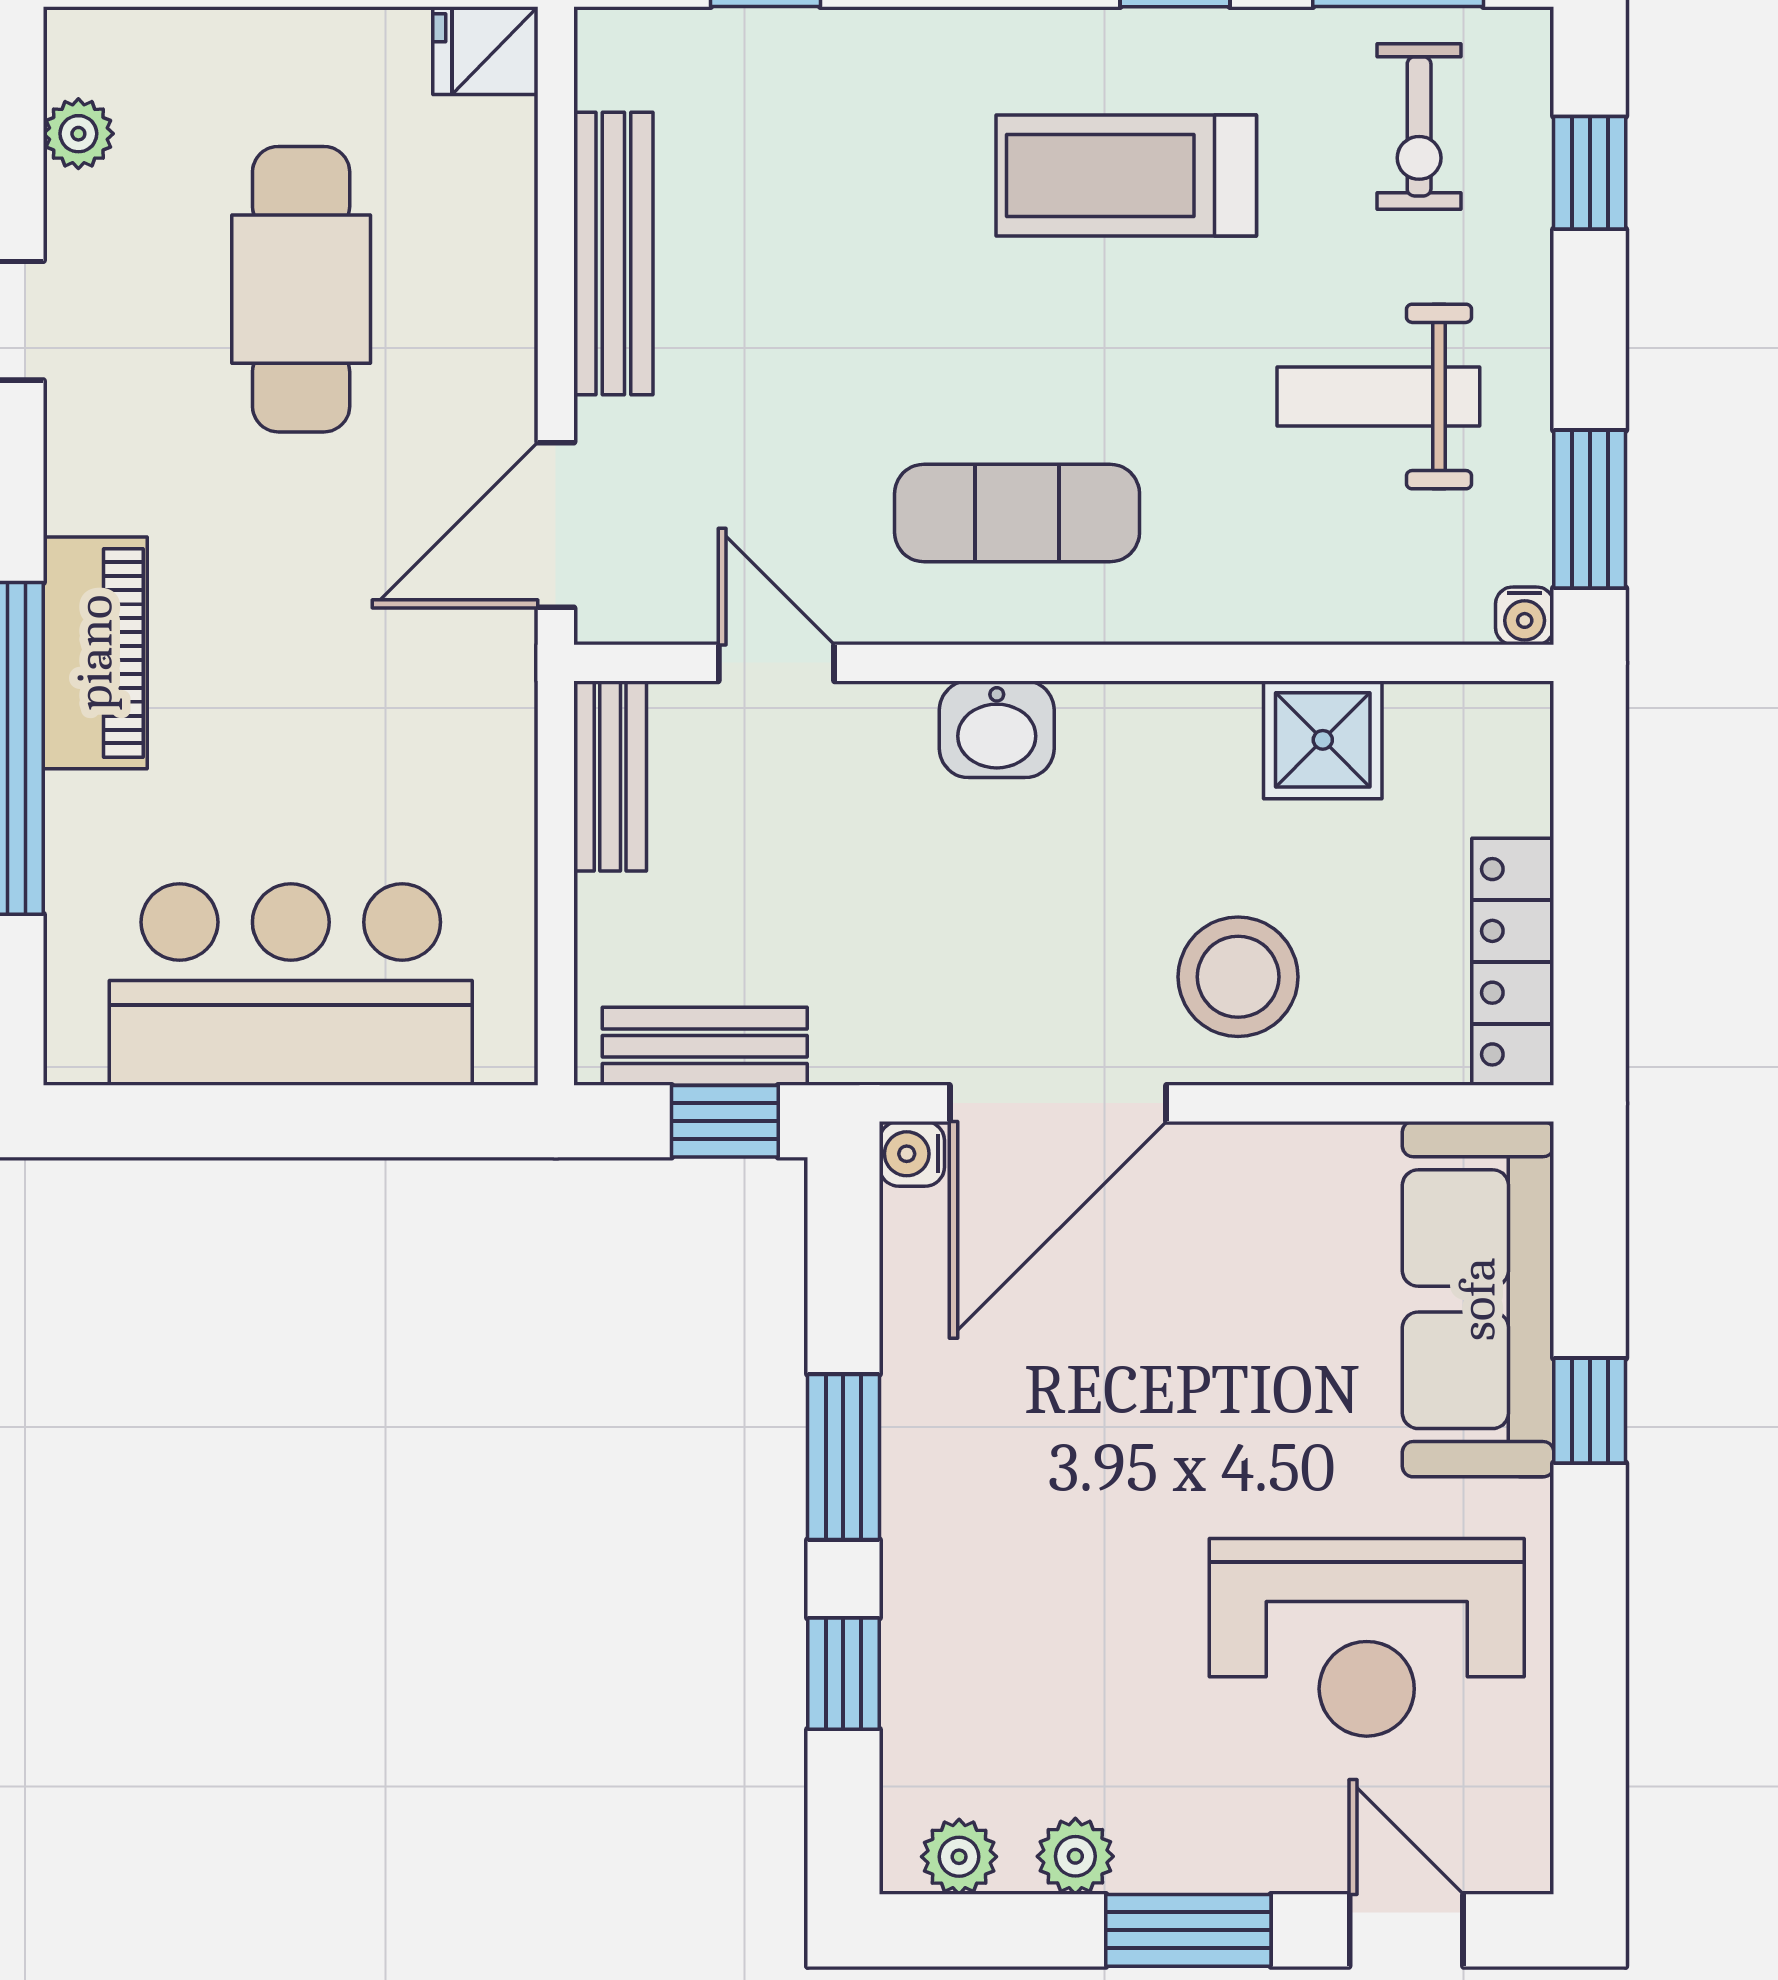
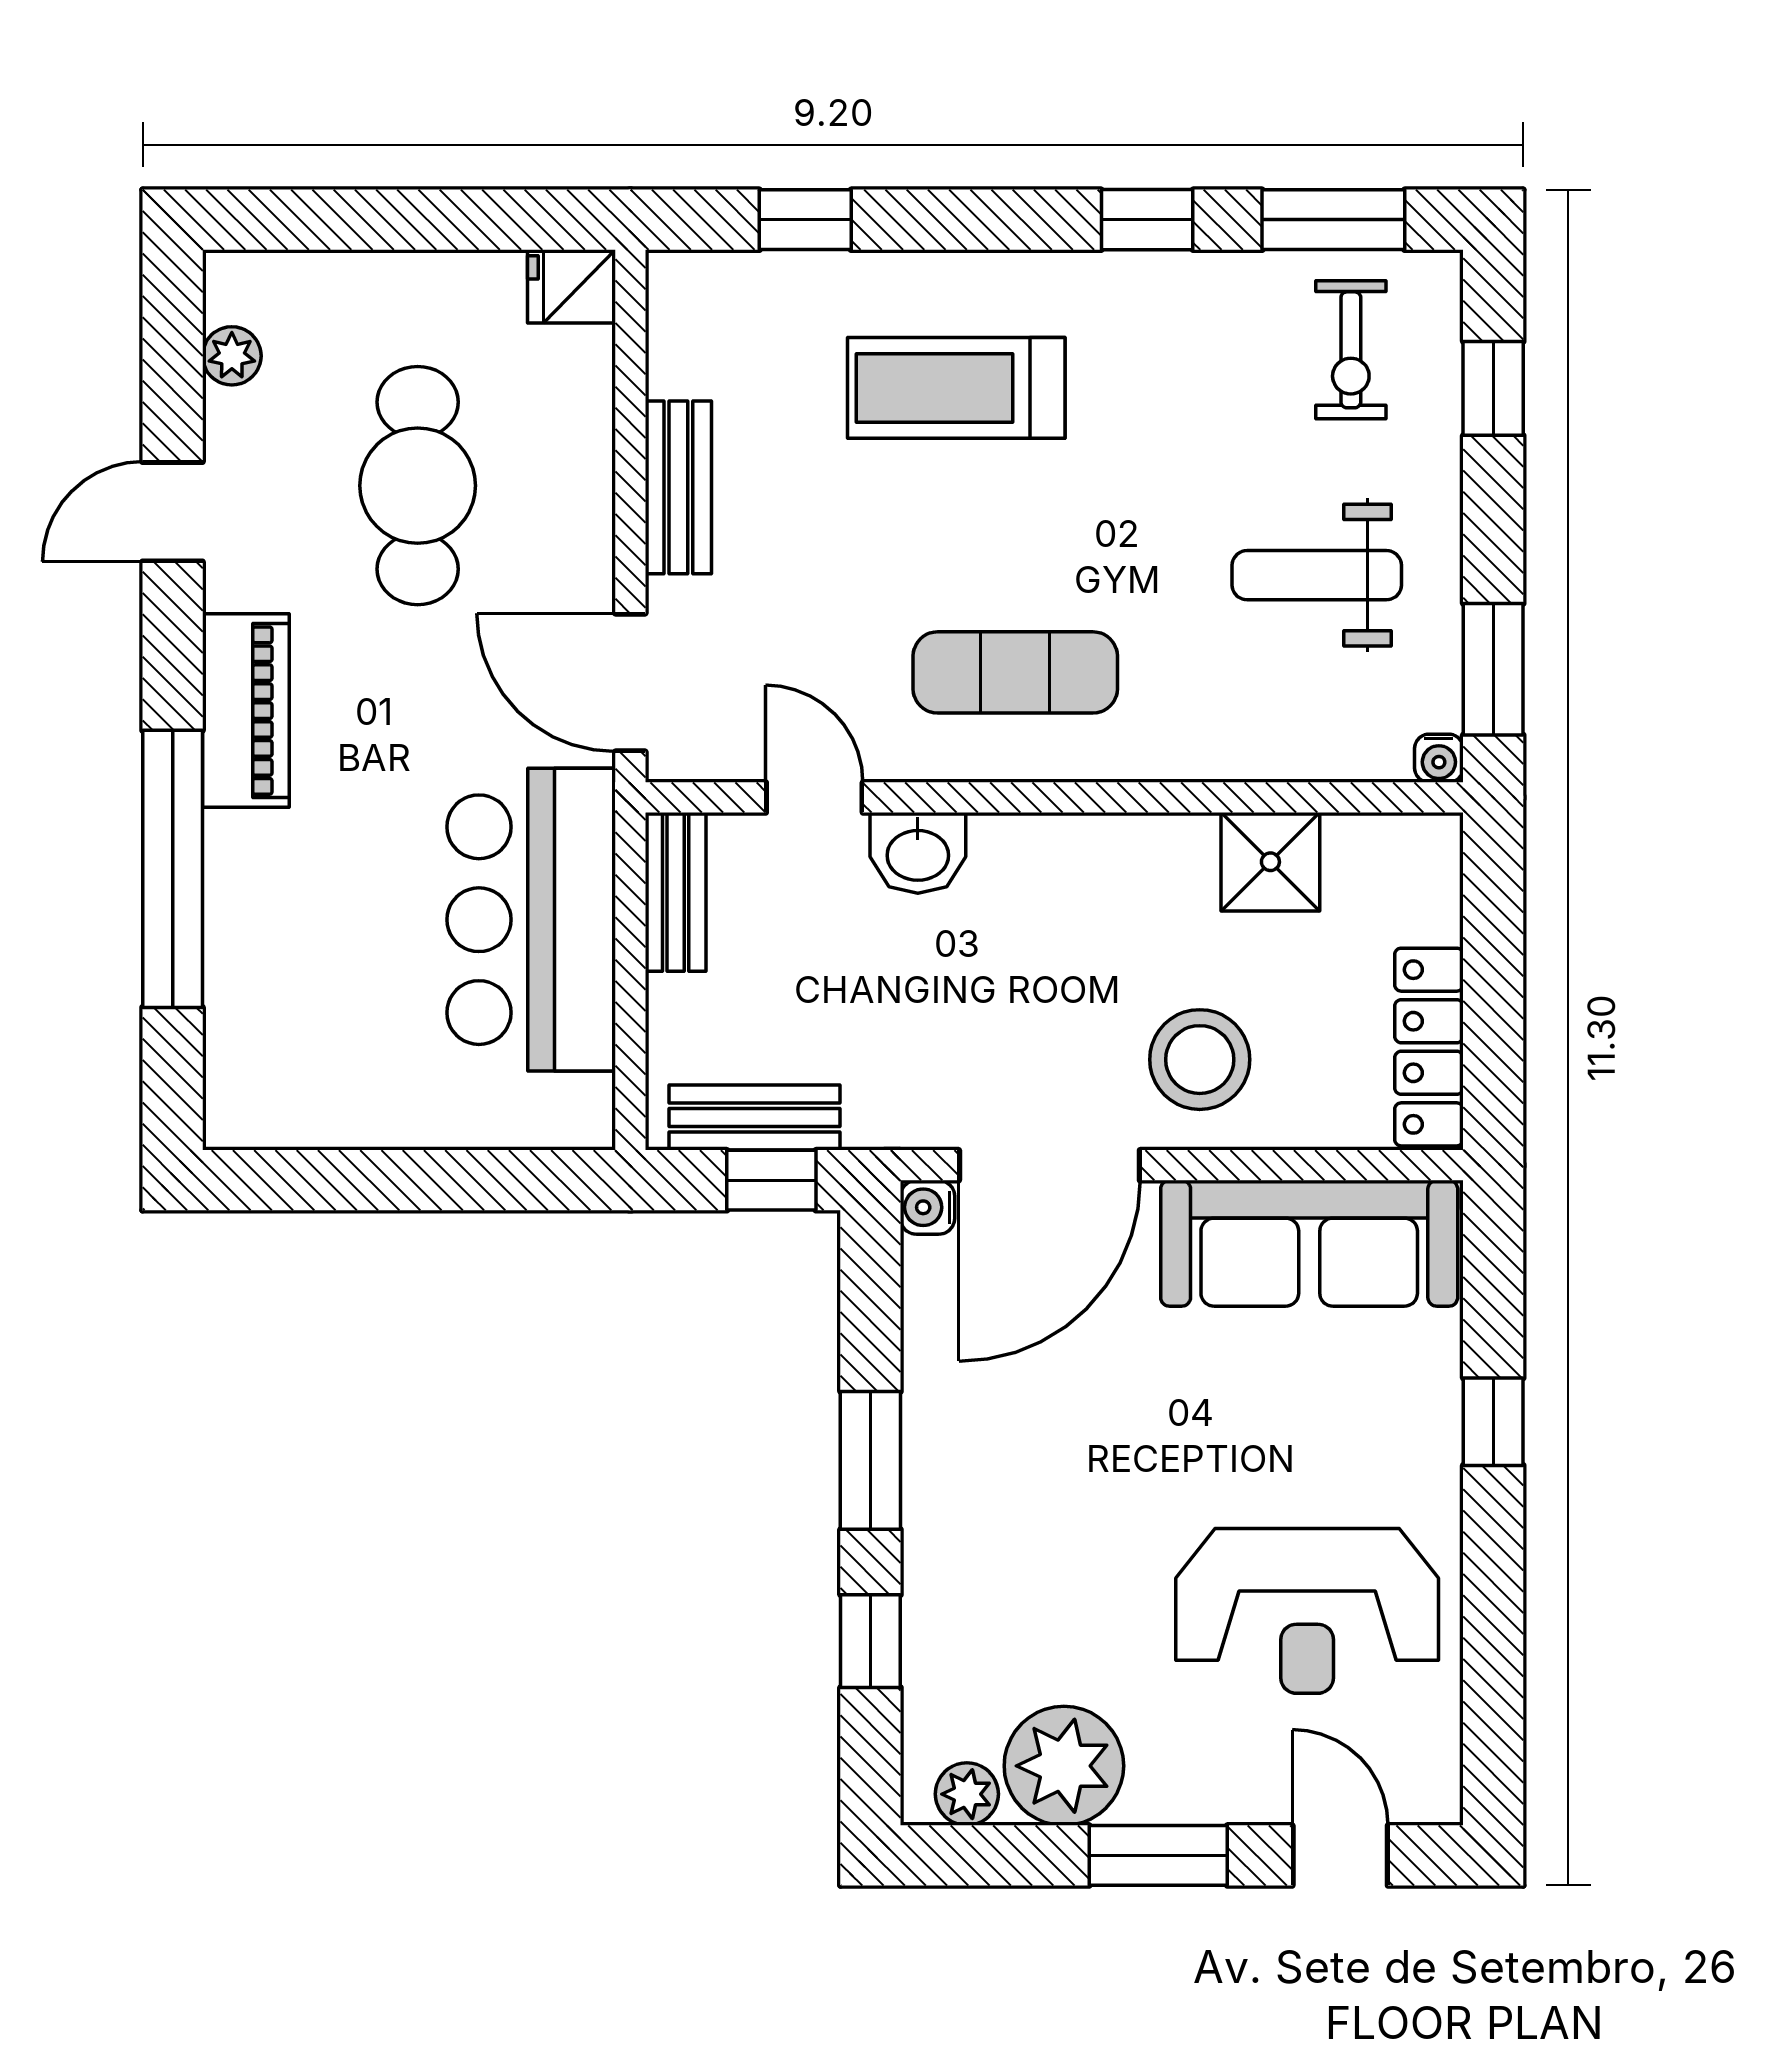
treadmill: (1126, 175) -> (956, 388), moved
bench: (613, 254) -> (678, 487), width x0.73
door: (556, 525) -> (630, 682), hinge flipped
piano: (95, 653) -> (246, 711), moved
washbasin: (997, 729) -> (918, 853), moved
bar counter: (291, 985) -> (531, 920), moved, turned -90
sofa: (1478, 1299) -> (1309, 1243), moved, turned -90
plant: (1075, 1856) -> (1064, 1766), width x1.88, depth x1.88

